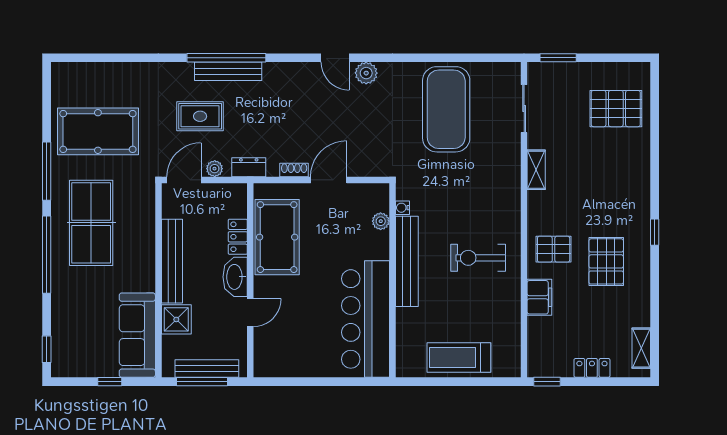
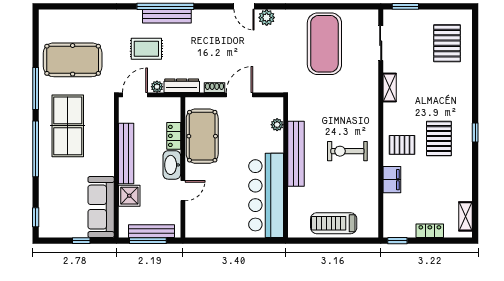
pallet: (616, 109) -> (447, 43), turned 90
dresser: (249, 167) -> (182, 86), width x1.44
water cooler: (402, 208) -> (293, 115), removed
pallet: (606, 261) -> (439, 139), moved

